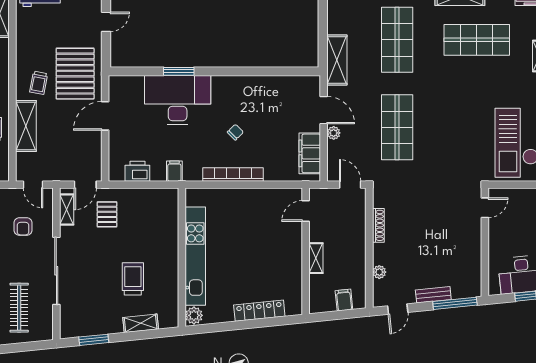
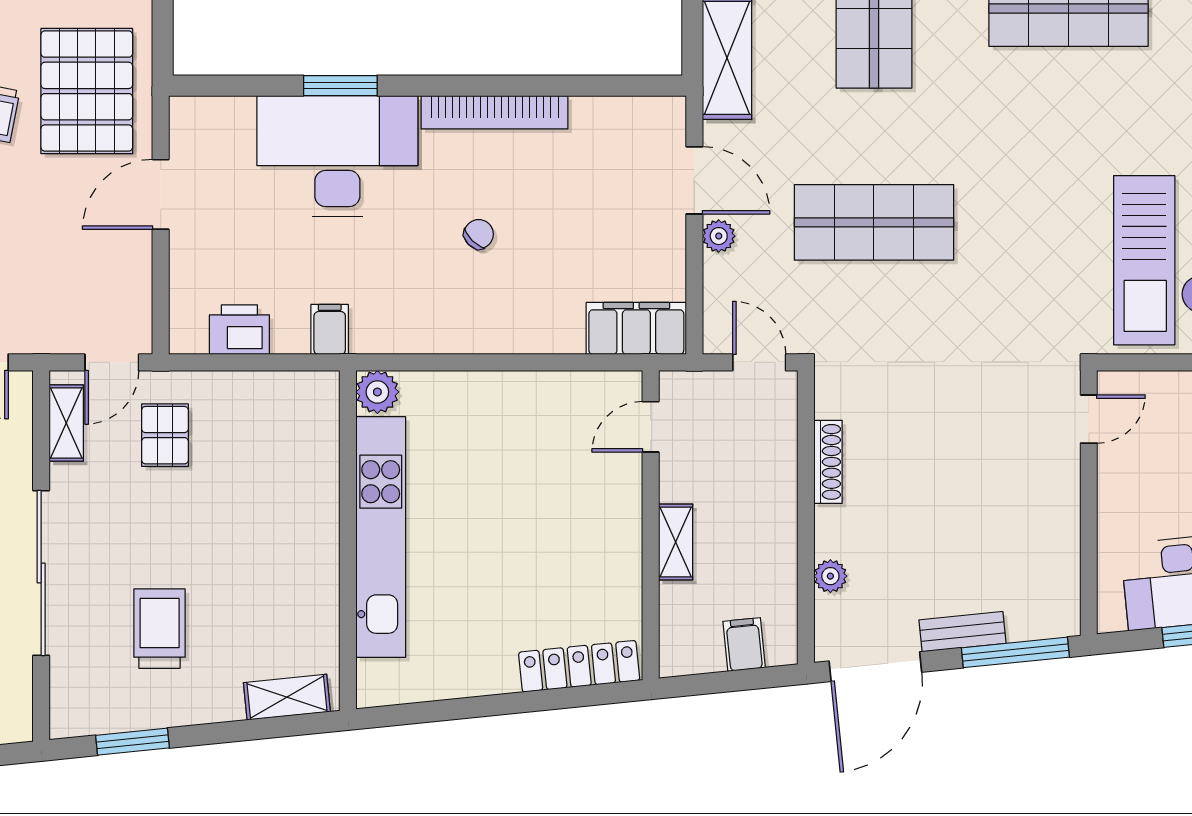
shop shelf: (397, 127) -> (874, 222), turned 90
filing cabinet: (310, 153) -> (636, 328), moved, turned 90
bookcase: (233, 175) -> (495, 112), moved, turned 180
trolley: (133, 279) -> (160, 629), moved
door: (398, 309) -> (875, 667), width x1.88
locker: (259, 311) -> (579, 666), moved
plant: (194, 315) -> (377, 392), moved
shelving: (141, 323) -> (287, 697), moved

